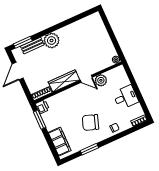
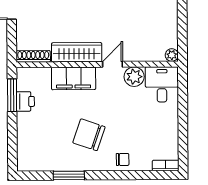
door: (86, 79) -> (113, 64), swing flipped
desk: (126, 97) -> (162, 84), moved, turned -90
printer: (42, 107) -> (25, 101), moved
filing cabinet: (60, 142) -> (74, 78), moved, turned 90

